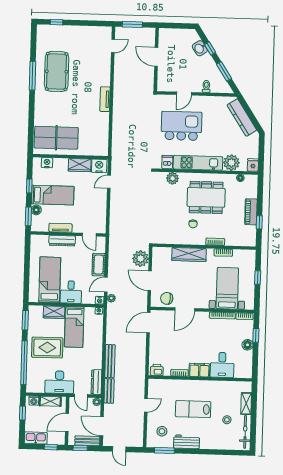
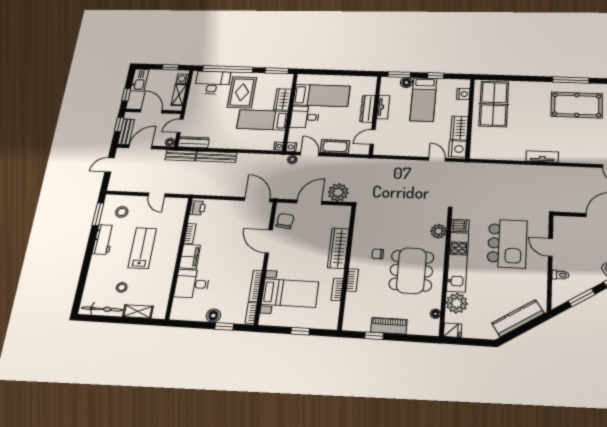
desk: (59, 382) -> (212, 82), moved, turned 90

